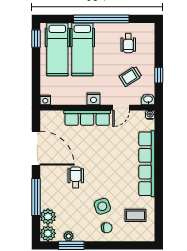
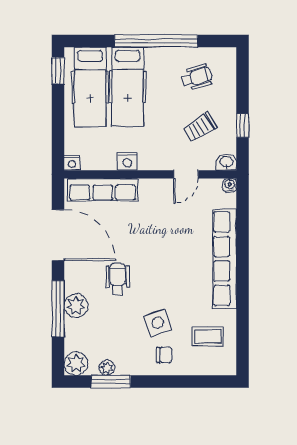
wheelchair: (128, 43) -> (197, 77), turned -107
nightstand: (94, 99) -> (127, 161), moved
row of seats: (87, 118) -> (103, 190), moved
plant: (48, 217) -> (76, 306), moved

